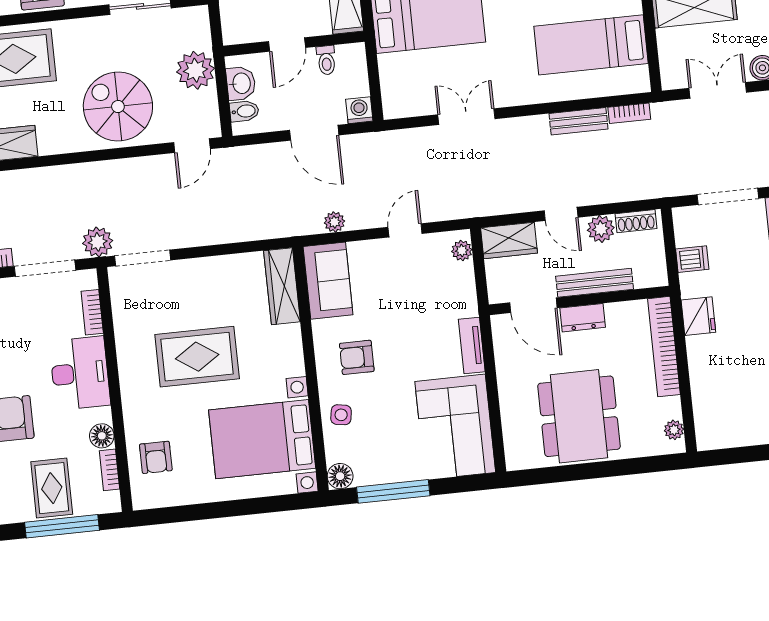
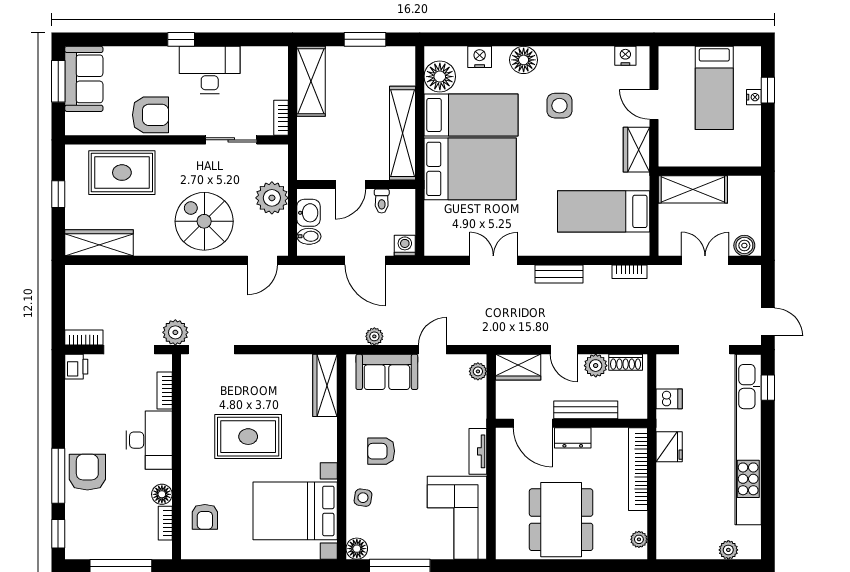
bench: (579, 121) -> (559, 274), moved
sofa: (328, 281) -> (387, 372), moved, turned 90
rug: (52, 488) -> (116, 533), removed

